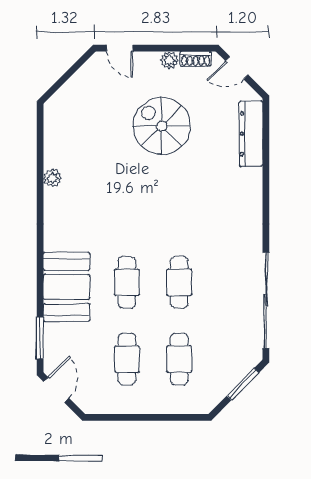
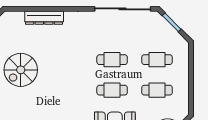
dresser: (251, 134) -> (44, 18), moved

